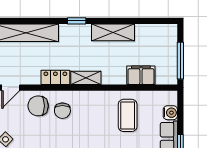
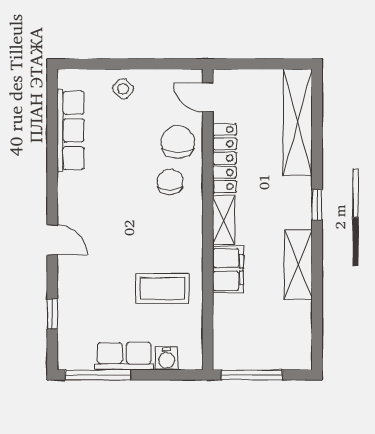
filing cabinet: (141, 75) -> (228, 270), moved
locker: (55, 77) -> (224, 158), width x1.53
chair: (62, 111) -> (170, 182), turned 90

